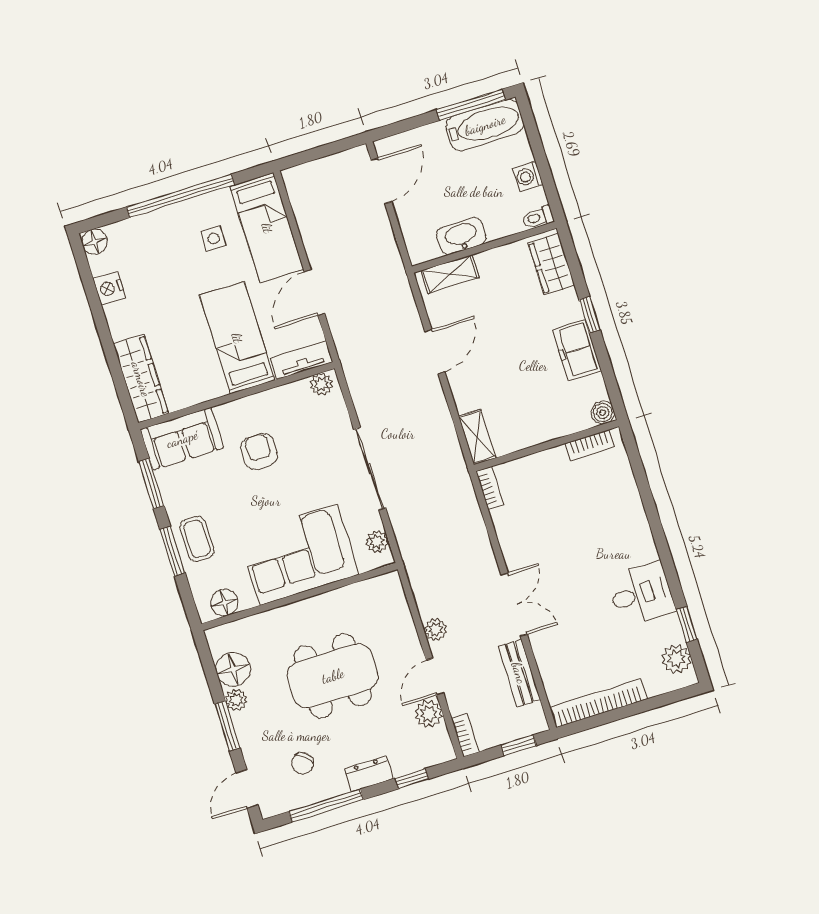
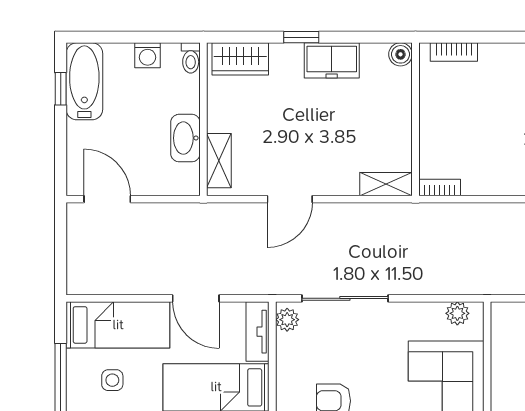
window: (471, 105) -> (61, 89), width x0.46
door: (435, 351) -> (290, 199), swing flipped
bookcase: (590, 445) -> (454, 52), moved, turned 90
sliding door: (370, 469) -> (345, 298), moved

